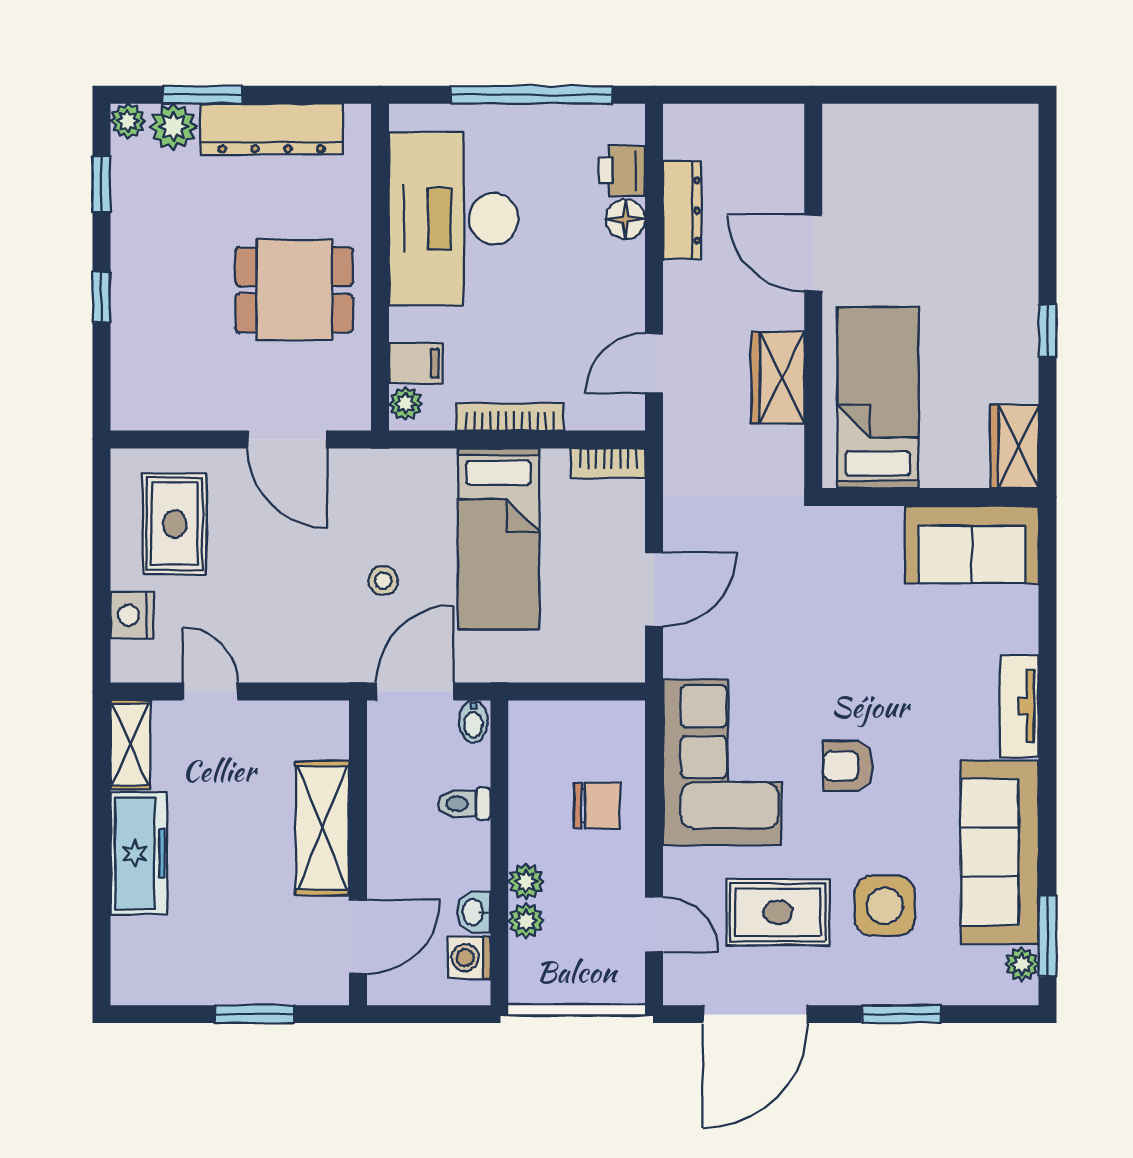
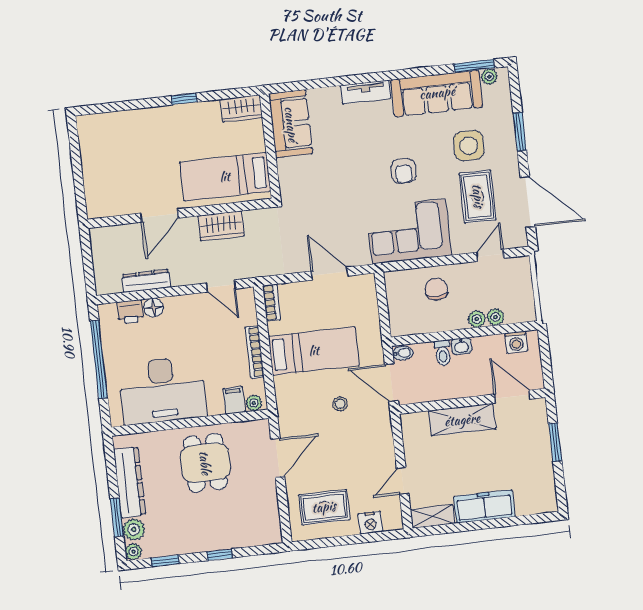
washbasin: (474, 912) -> (461, 346), moved

